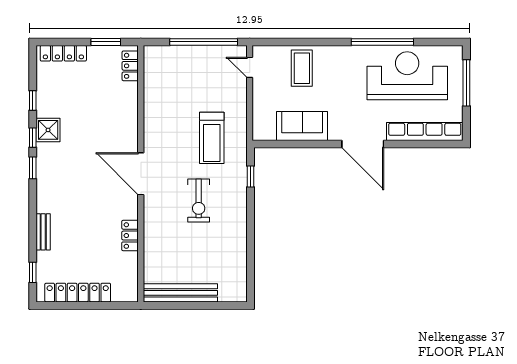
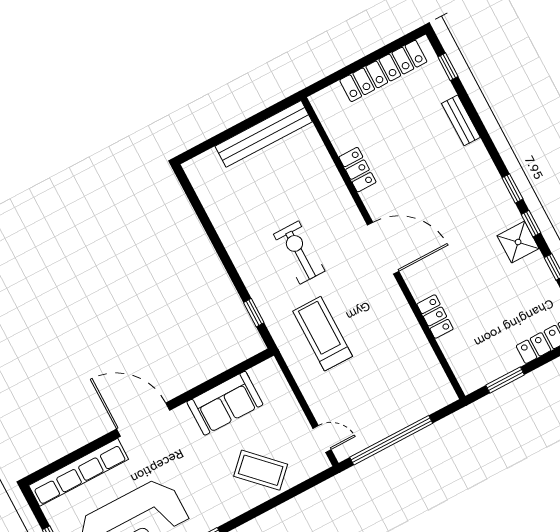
locker: (130, 66) -> (435, 317), moved
coffee table: (302, 68) -> (261, 470), turned -45

